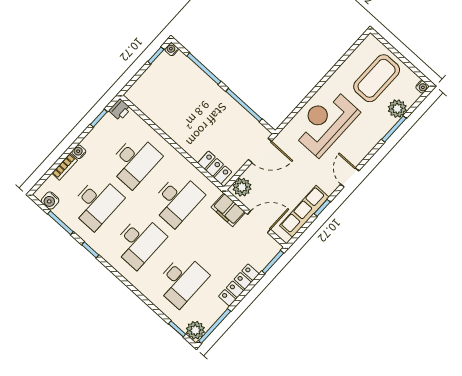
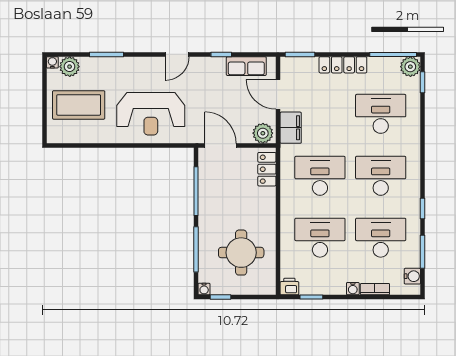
round table: (173, 98) -> (241, 253), added
plant: (397, 109) -> (70, 67), moved
row of seats: (304, 211) -> (246, 66), width x0.68

